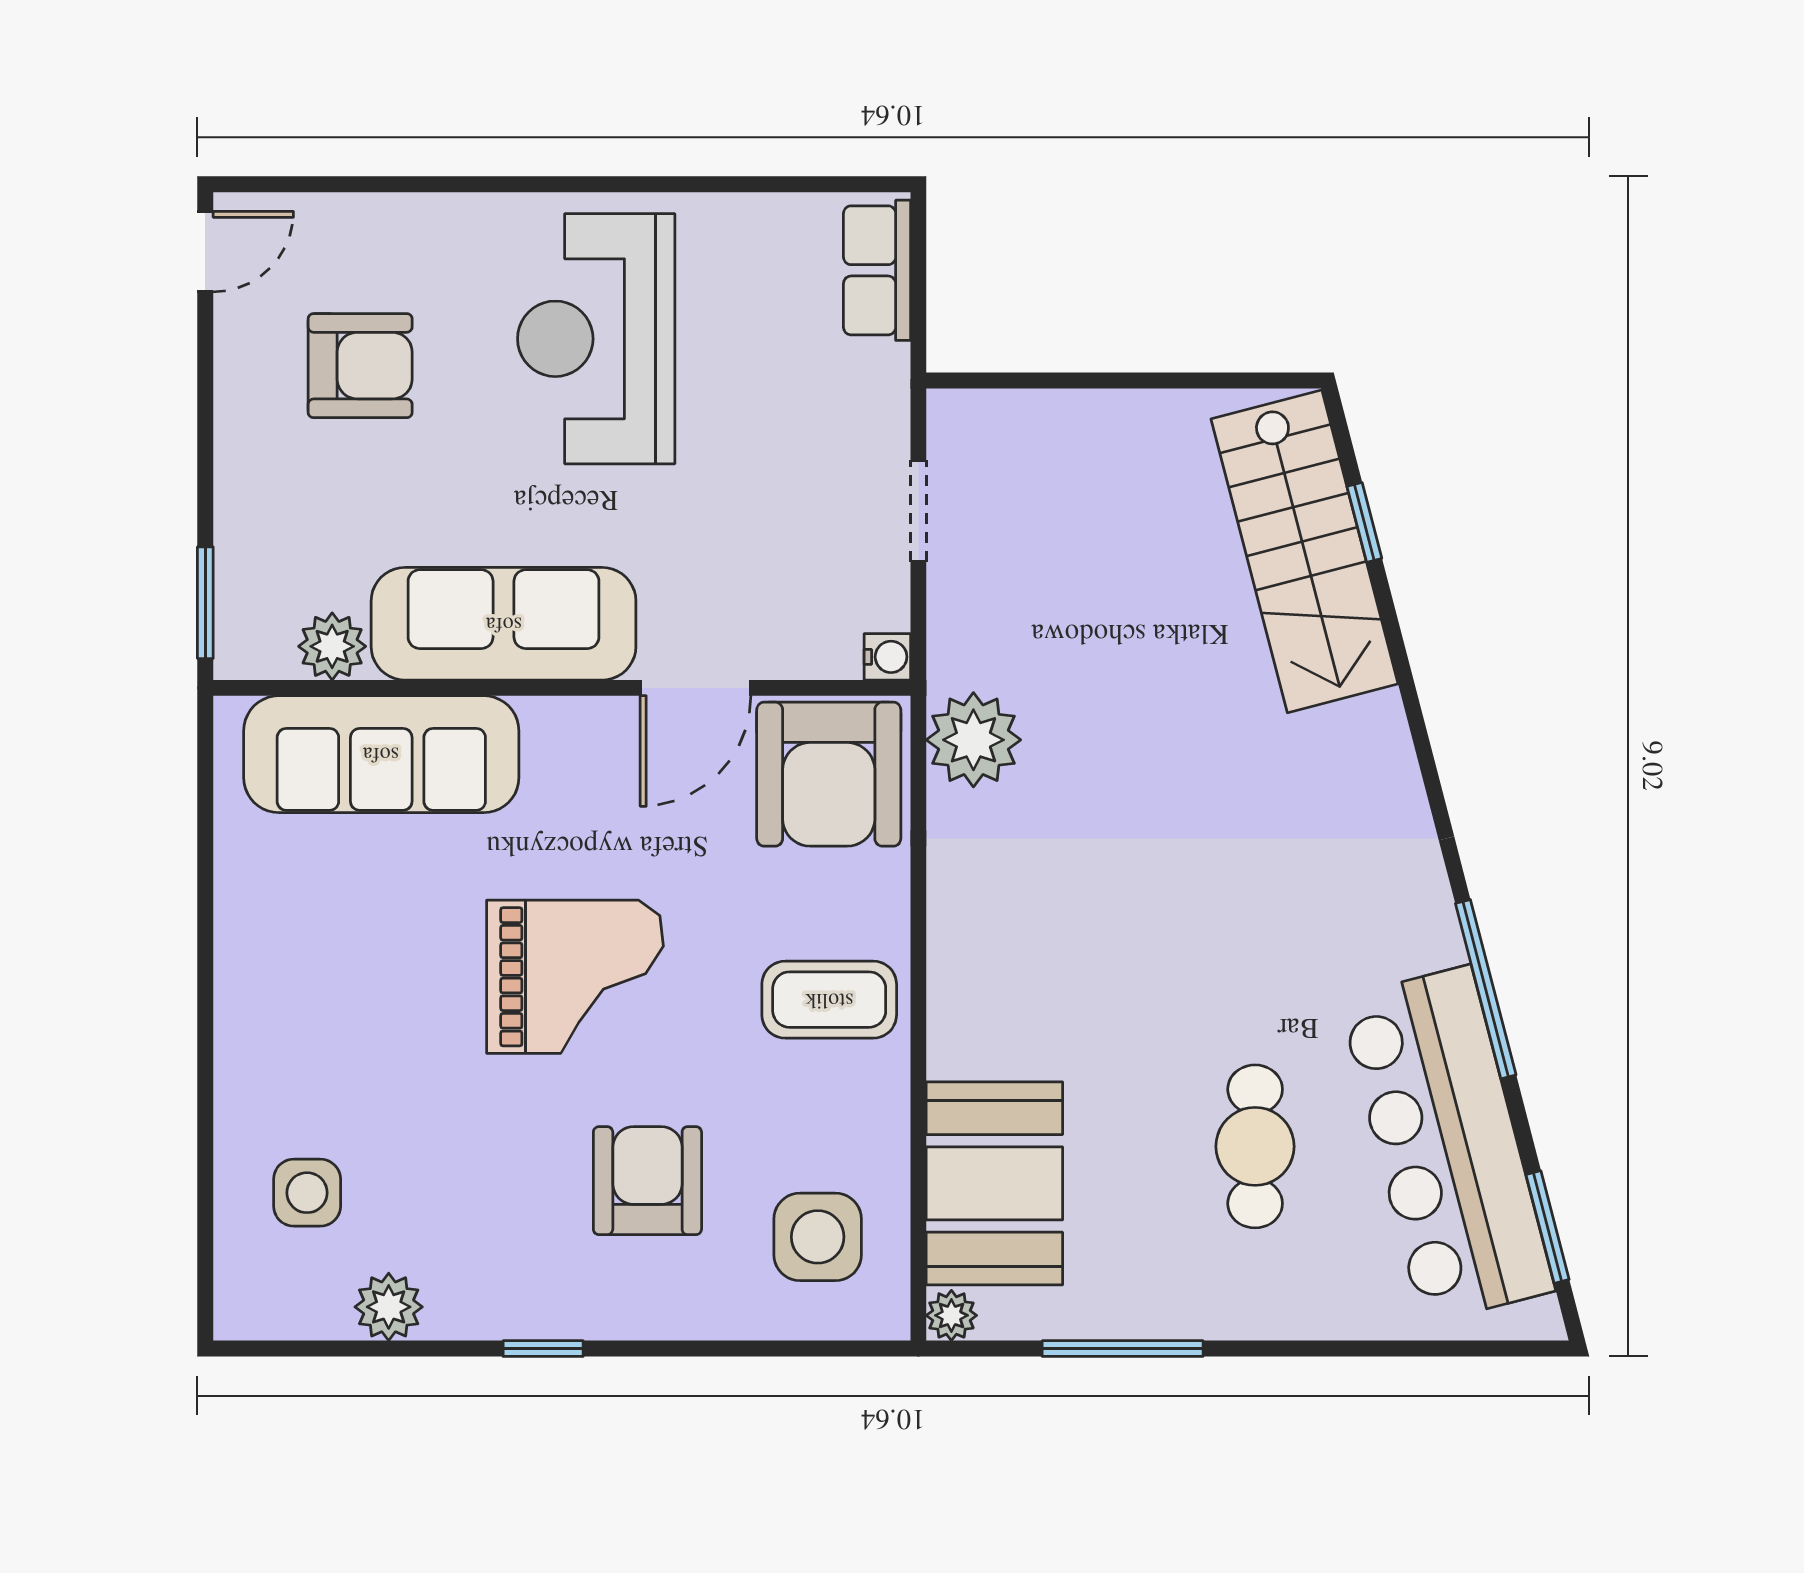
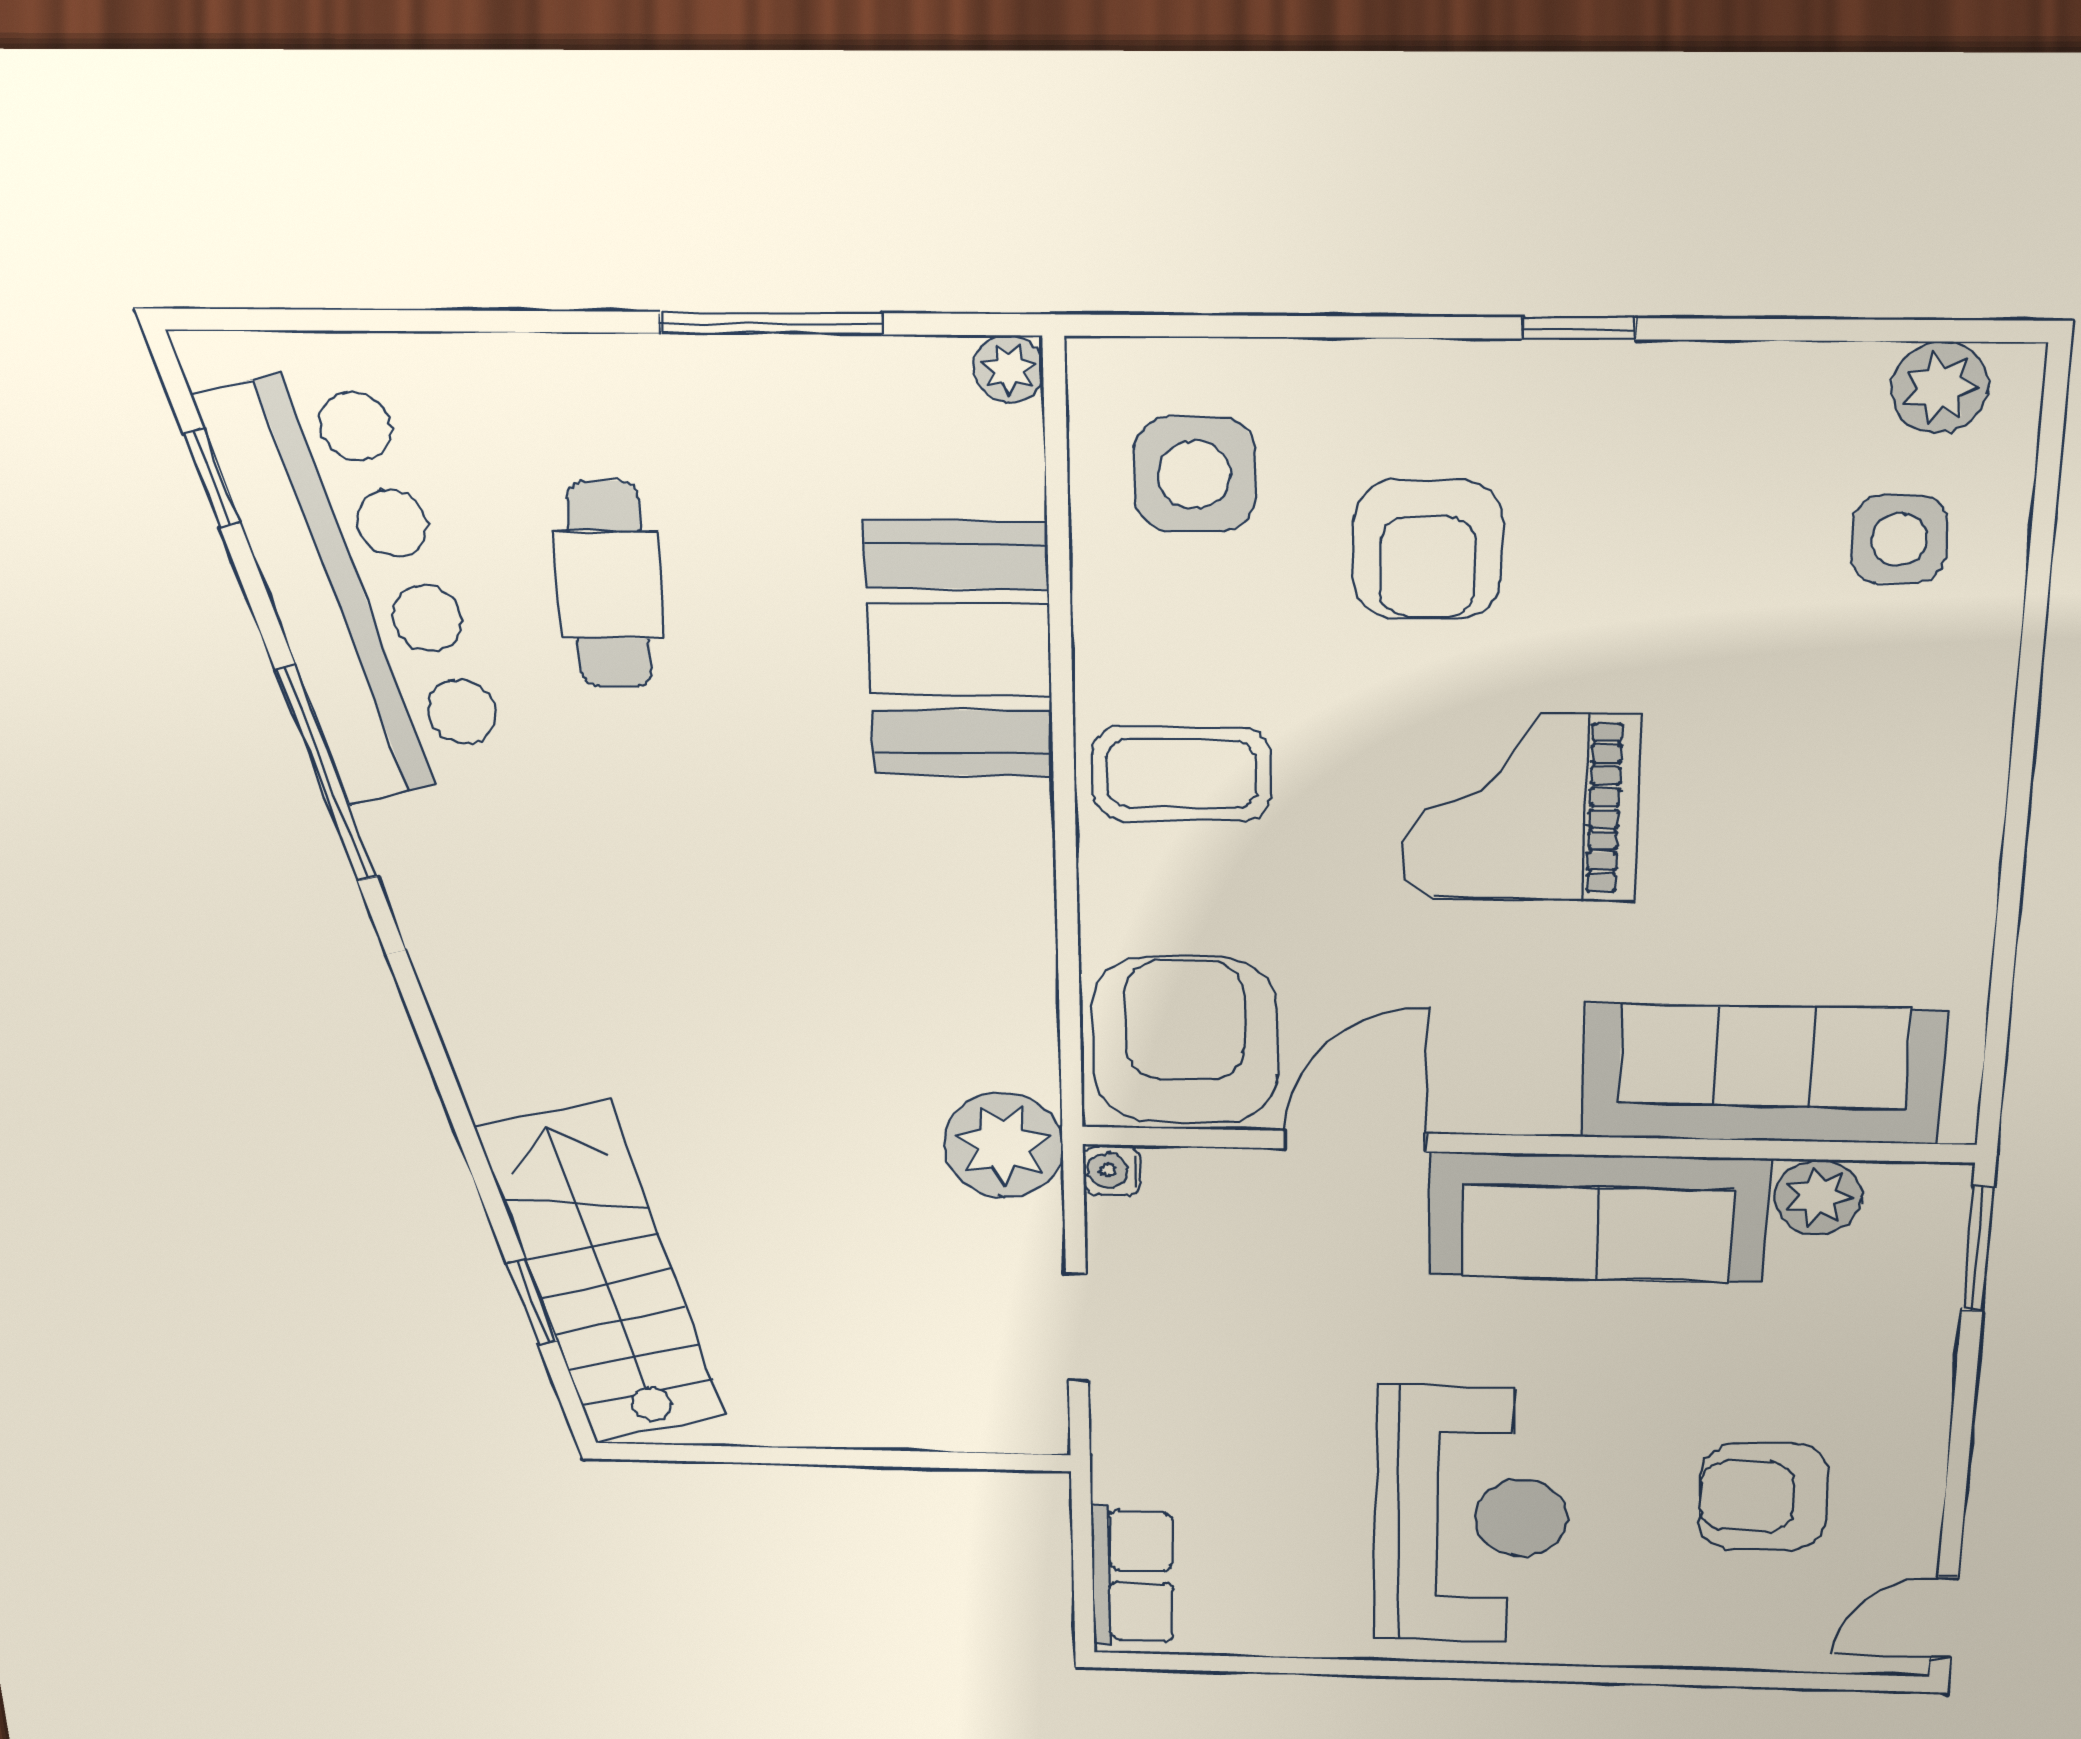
plant: (973, 740) -> (1003, 1145), moved
booth: (994, 1183) -> (959, 650), moved
window: (1547, 1227) -> (212, 478), width x0.67
plant: (389, 1307) -> (1940, 388), moved

